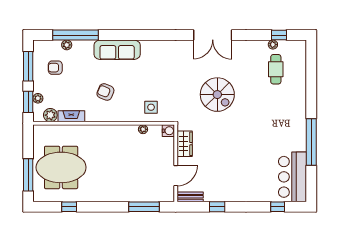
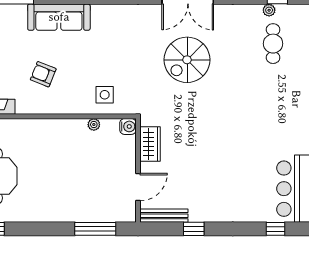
spiral stairs: (217, 95) -> (187, 60), moved, turned 90
bench: (190, 197) -> (164, 216), width x1.36

